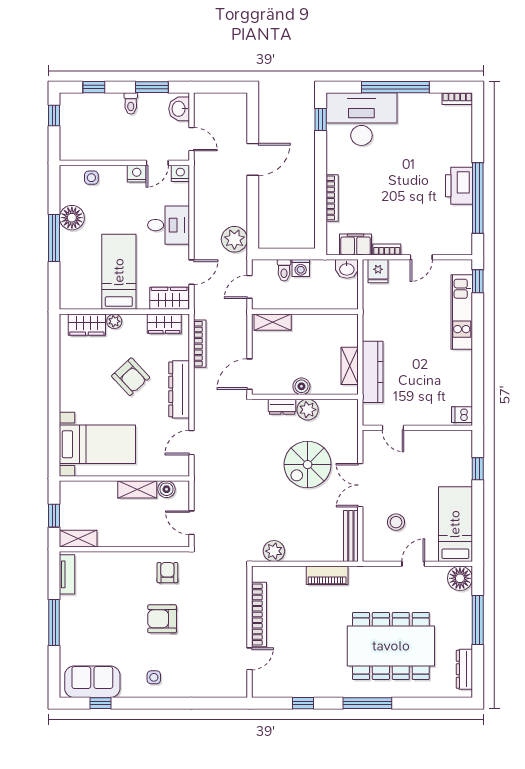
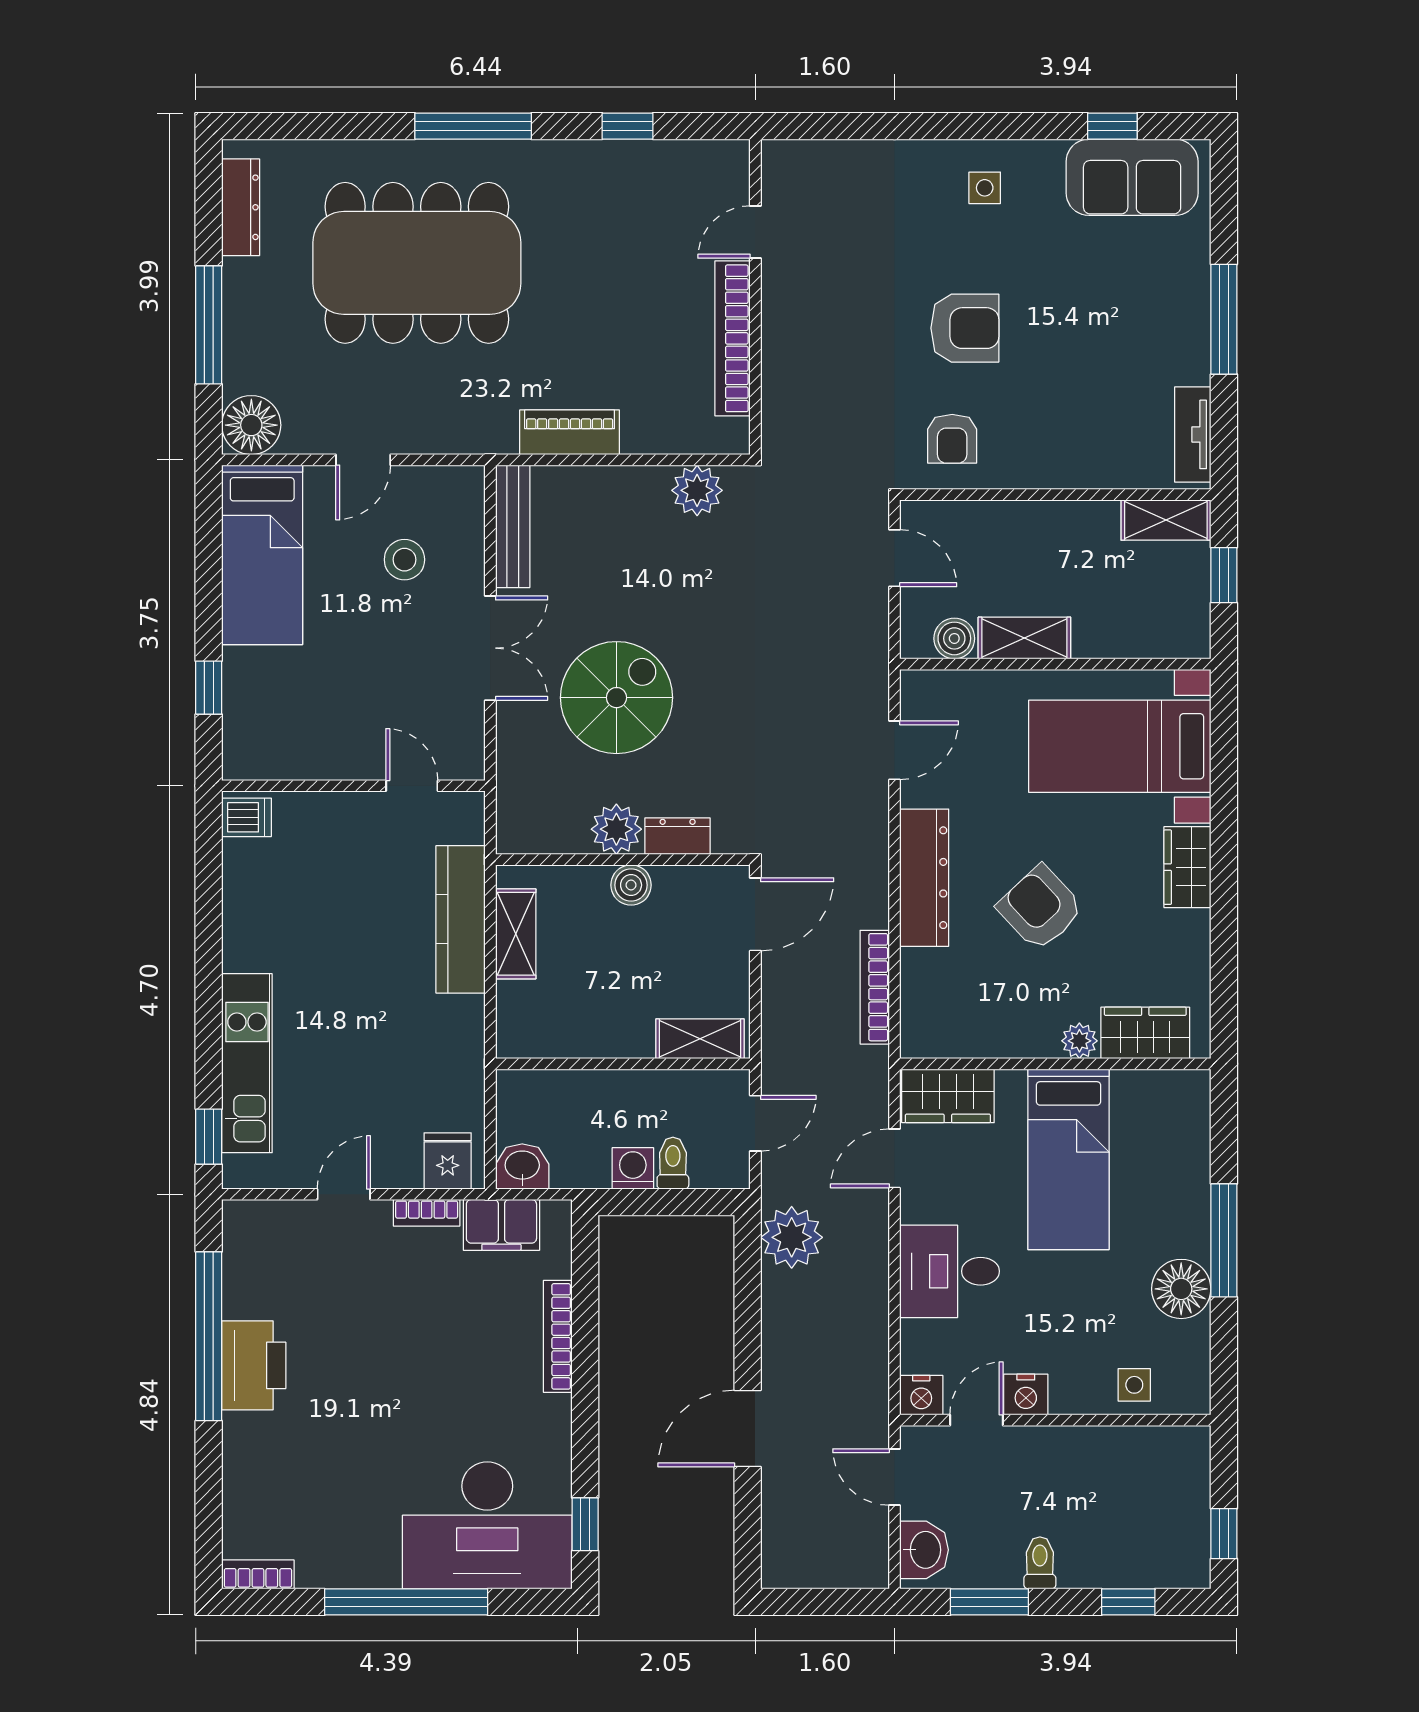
wardrobe: (164, 324) -> (1187, 867), moved, turned -90

